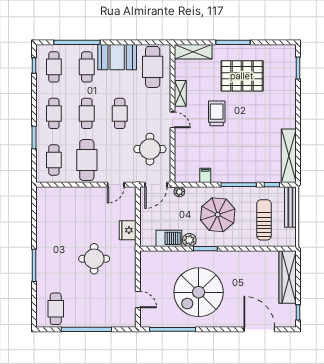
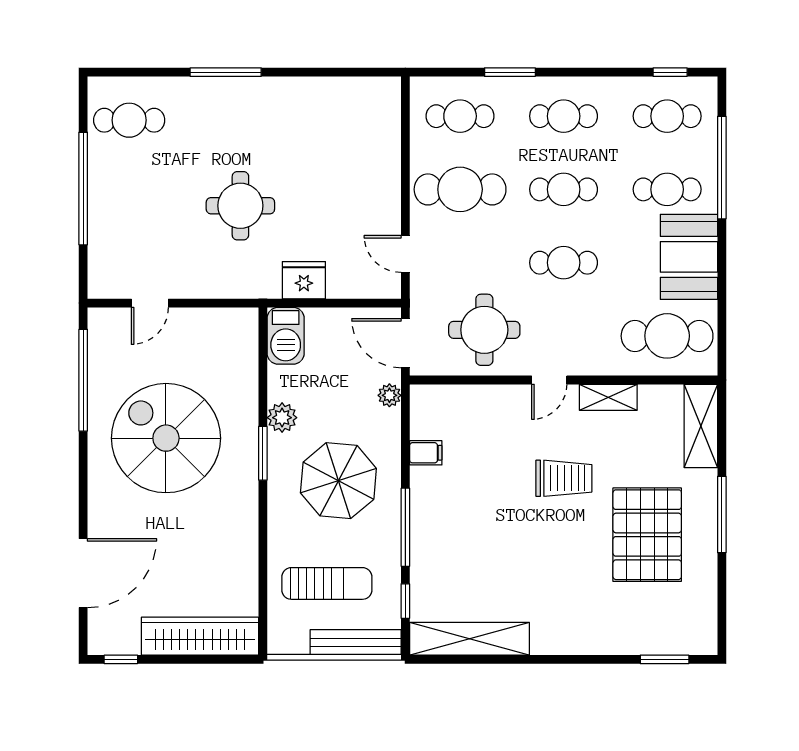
barbecue: (169, 238) -> (286, 336), moved

